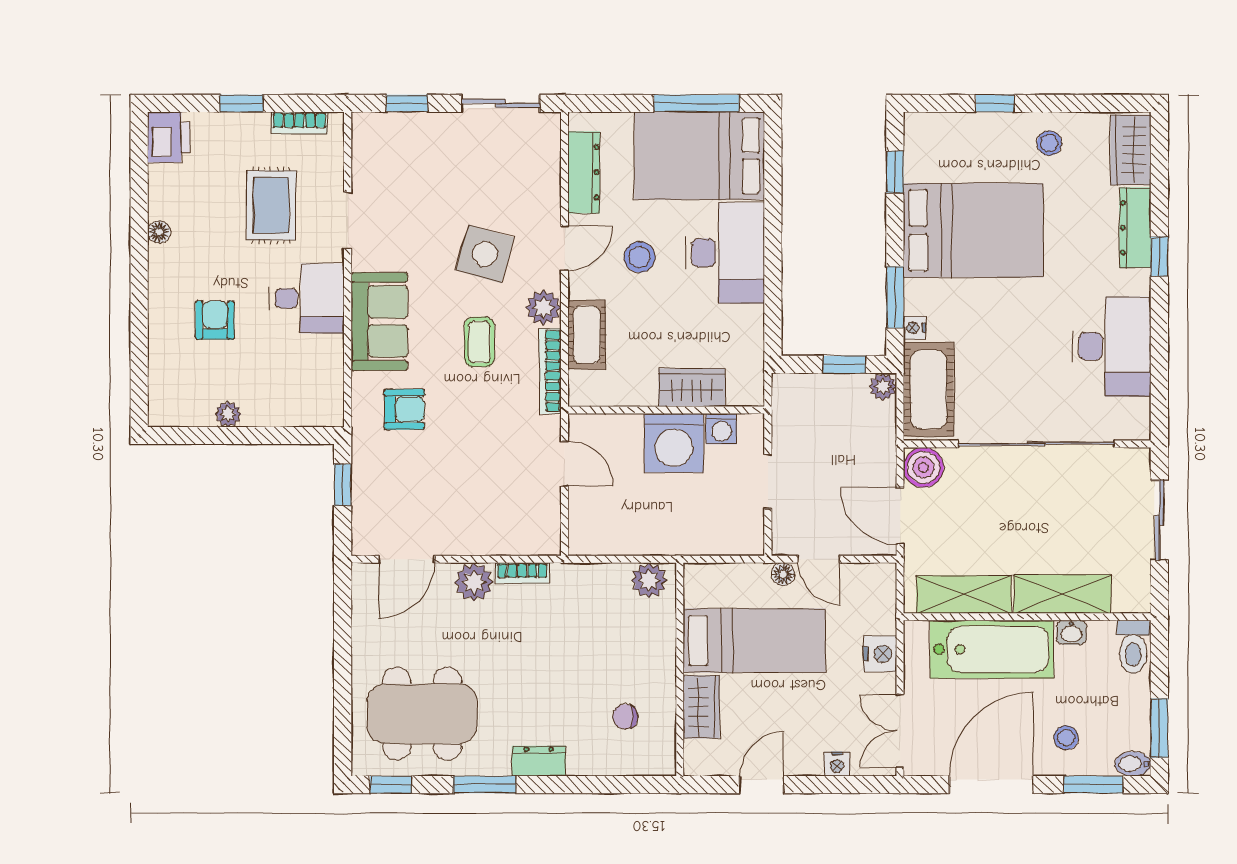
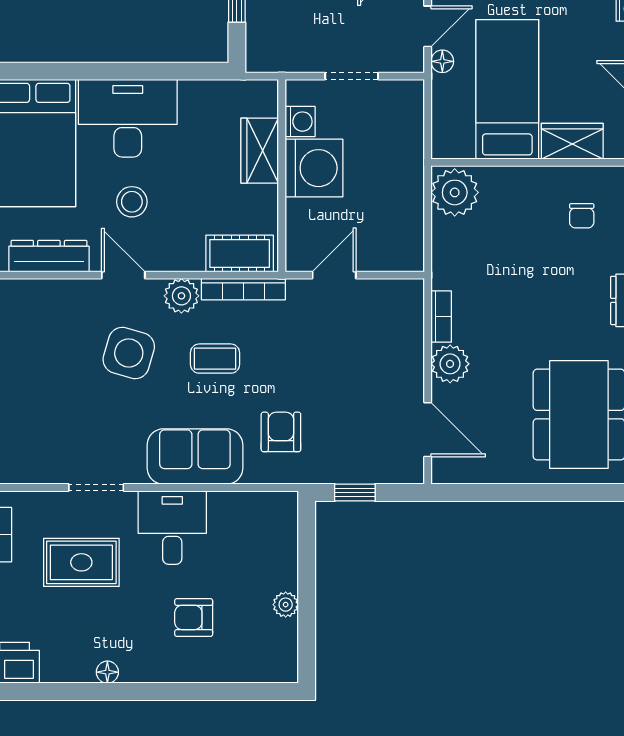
cot: (587, 335) -> (240, 253), moved
plant: (649, 580) -> (455, 192), width x1.36, depth x1.36

